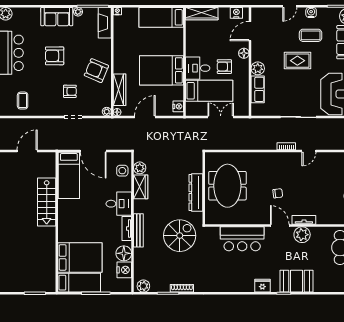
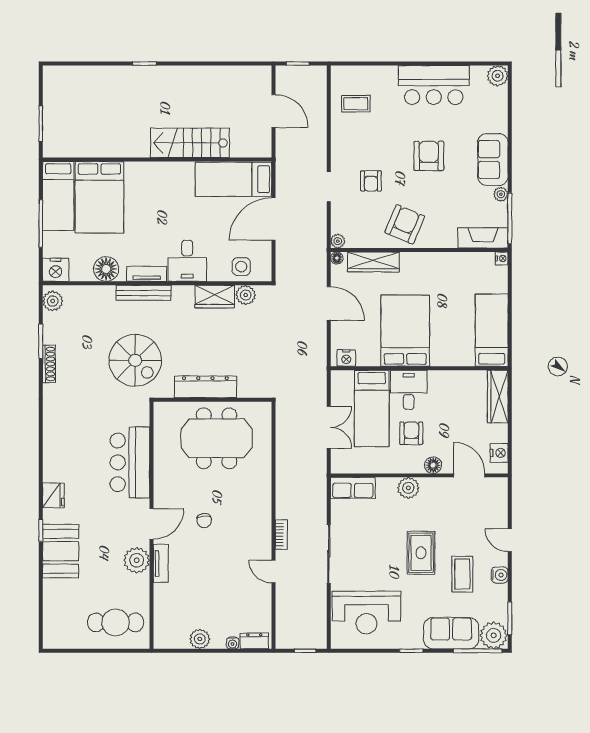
row of seats: (258, 89) -> (353, 488), moved
nightstand: (124, 270) -> (56, 270), moved

